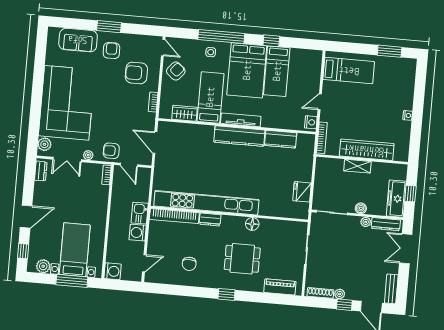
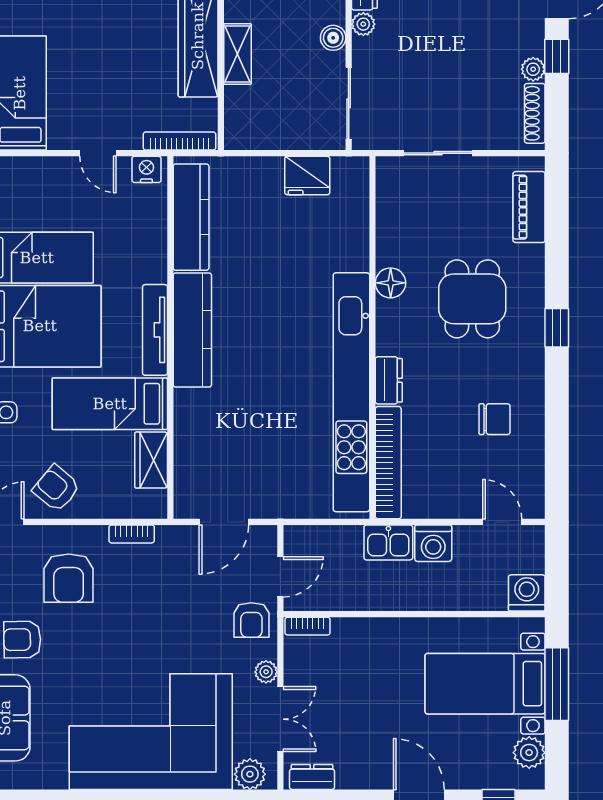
kitchen counter: (281, 139) -> (191, 217), width x1.50

